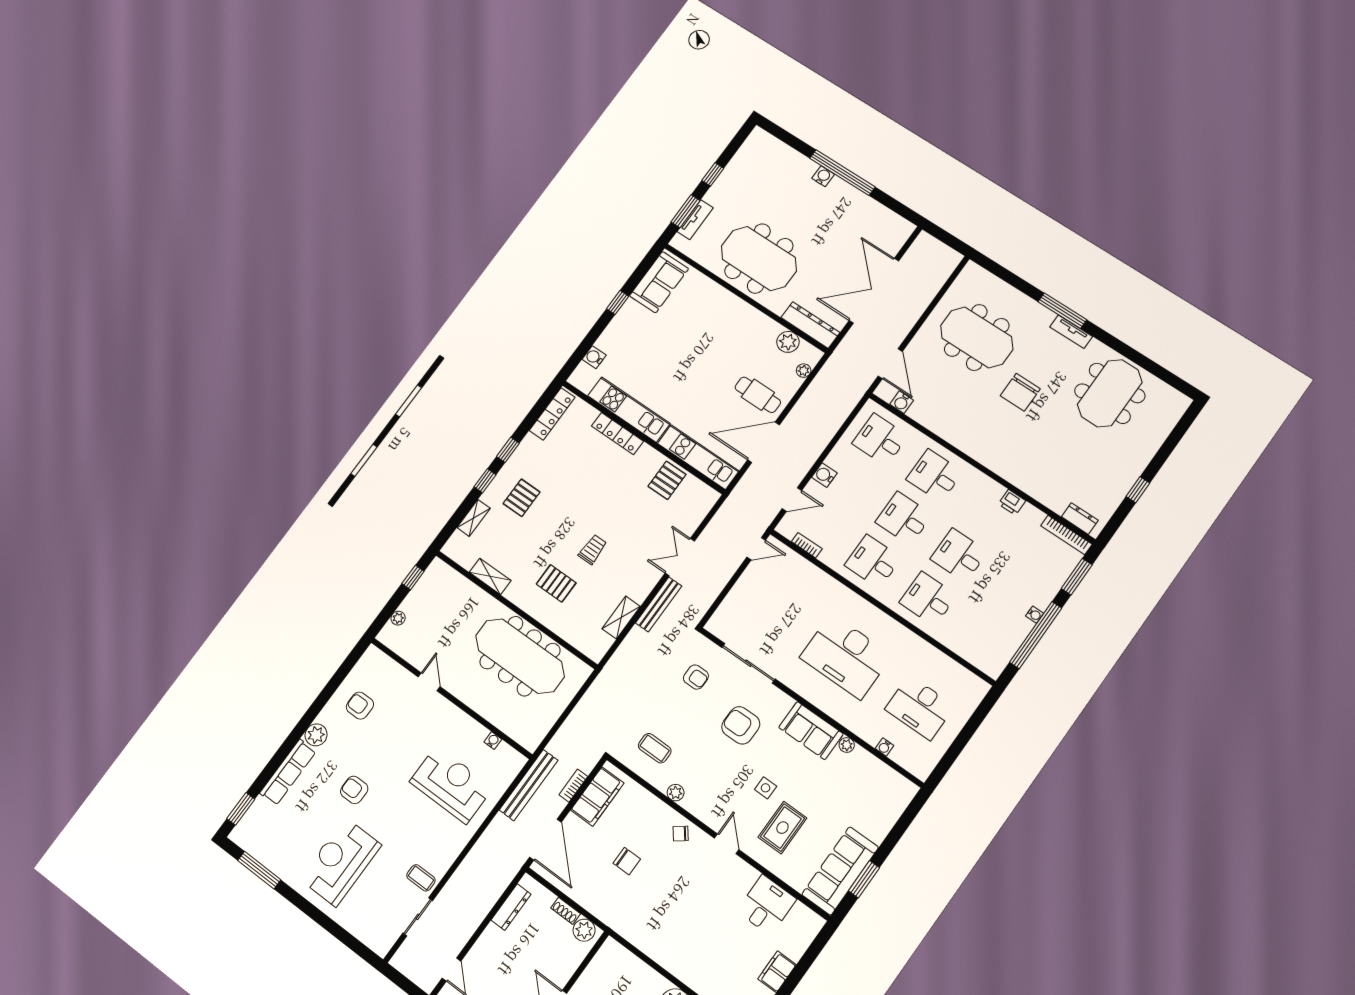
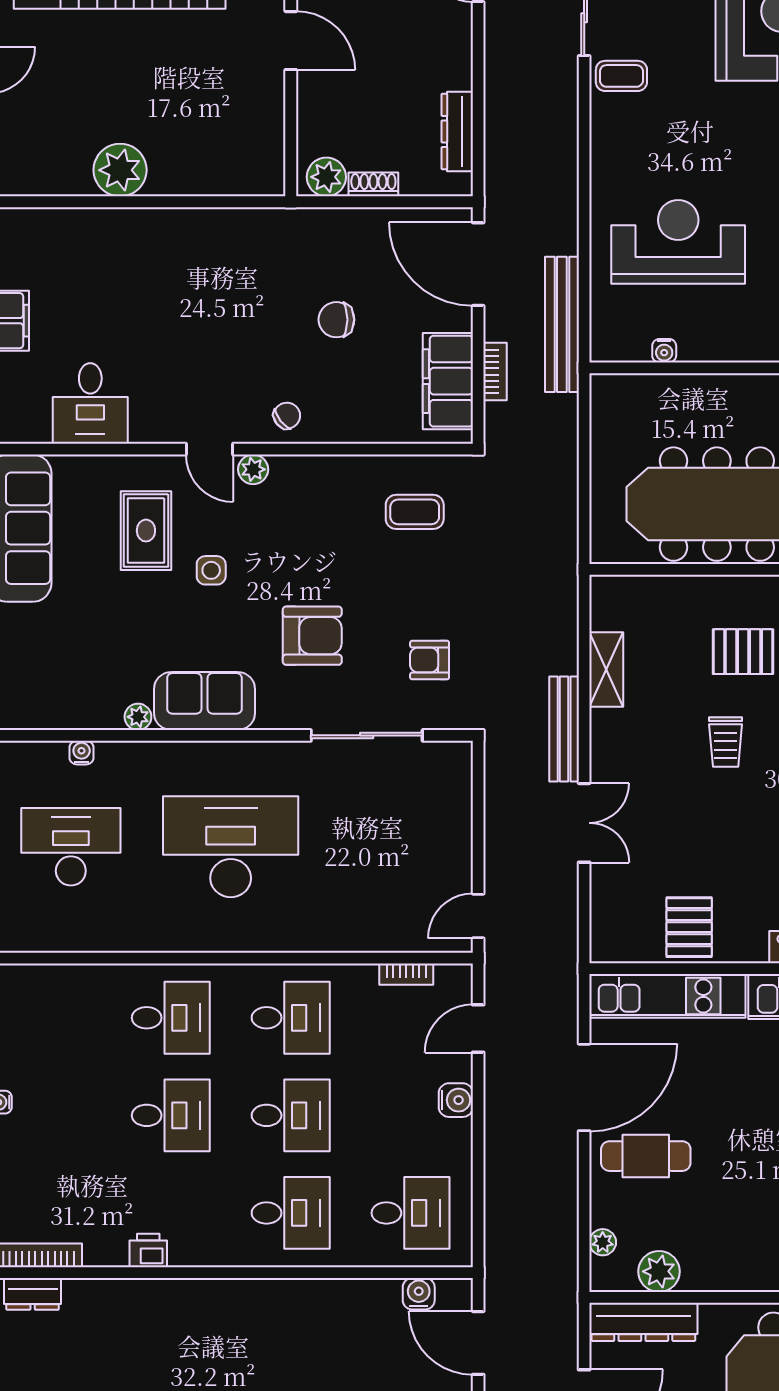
reception desk: (451, 785) -> (678, 242), turned 180
plant: (676, 793) -> (253, 469), moved

